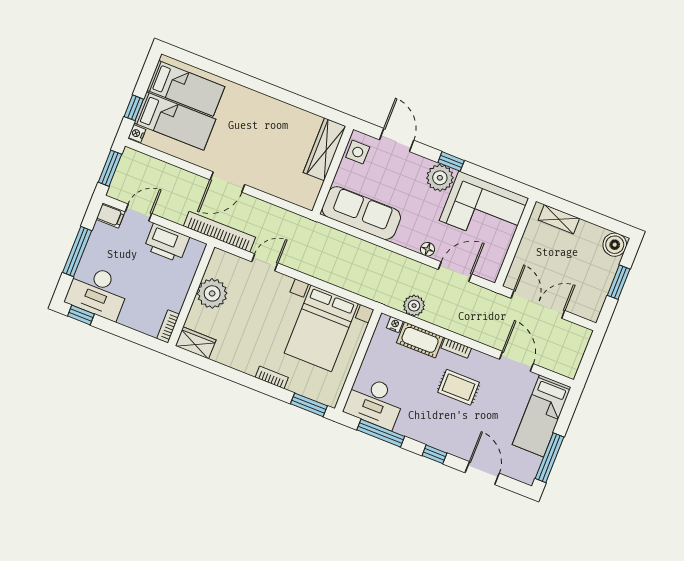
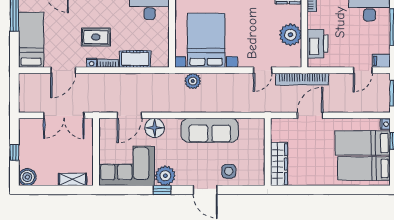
wardrobe: (325, 149) -> (279, 164), moved
wall: (333, 170) -> (268, 152), moved
printer: (167, 243) -> (317, 44), moved, turned 90
floor lamp: (427, 249) -> (155, 128), width x1.89, depth x1.89
window: (619, 282) -> (14, 152), width x0.67
plant: (414, 306) -> (193, 81), moved
nightstand: (395, 324) -> (92, 63), moved
door: (516, 361) -> (63, 70), hinge flipped

